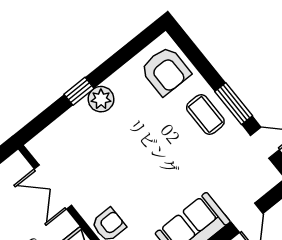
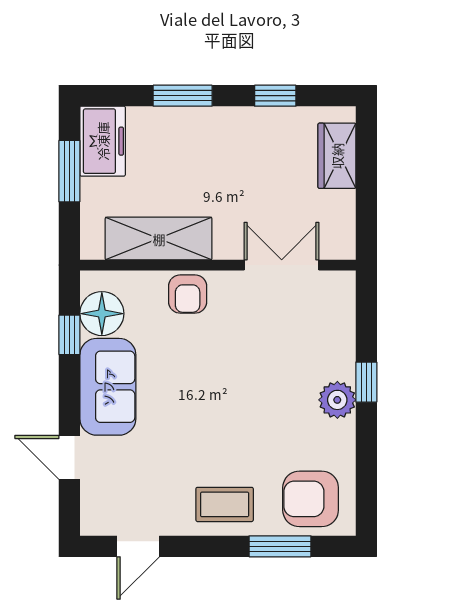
window: (234, 104) -> (280, 546), moved

